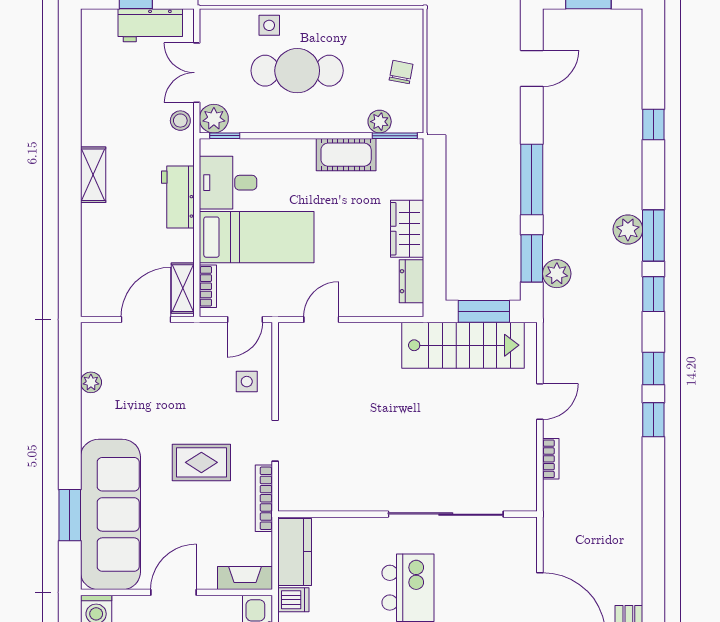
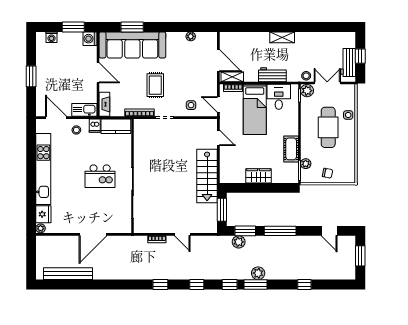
dresser: (412, 281) -> (235, 178), removed
stairs: (463, 345) -> (207, 176), moved
window: (653, 420) -> (160, 284), moved

